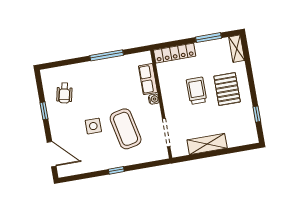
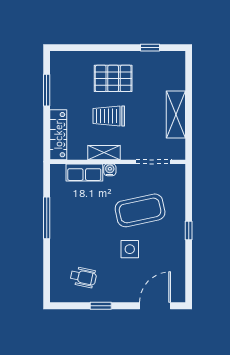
shelving: (237, 49) -> (104, 153), moved

